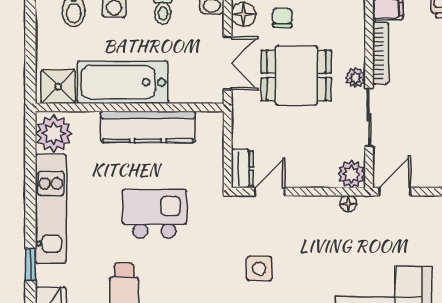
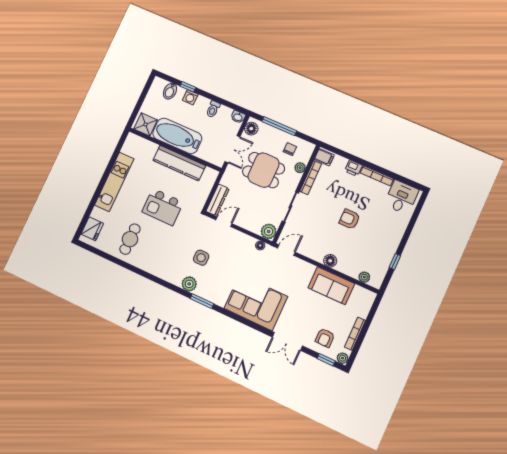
chair: (282, 18) -> (290, 149), moved
plant: (356, 78) -> (300, 168), moved
plant: (54, 134) -> (133, 146), removed
dresser: (242, 169) -> (218, 200), width x1.44
kitchen island: (154, 214) -> (163, 207), turned 180
window: (30, 264) -> (92, 205), removed

